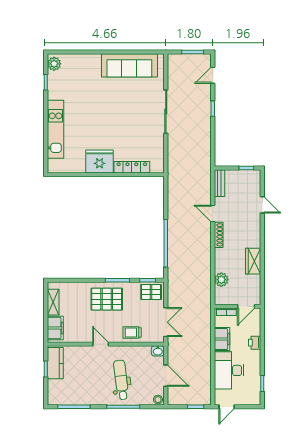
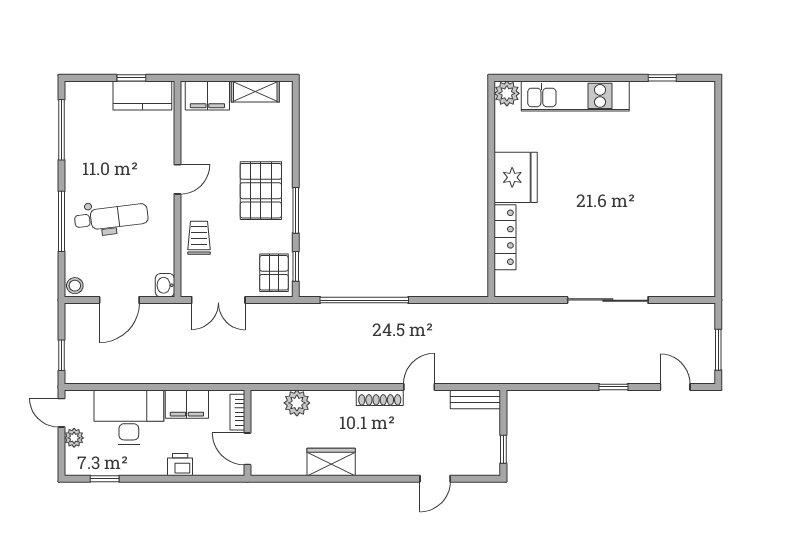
plant: (54, 64) -> (507, 93), moved
sofa: (129, 65) -> (693, 233), removed
plant: (240, 400) -> (74, 438), added

